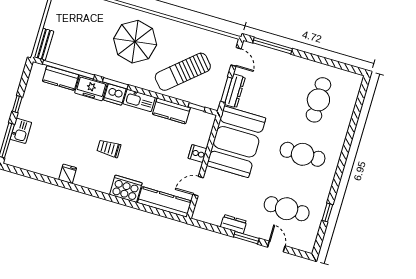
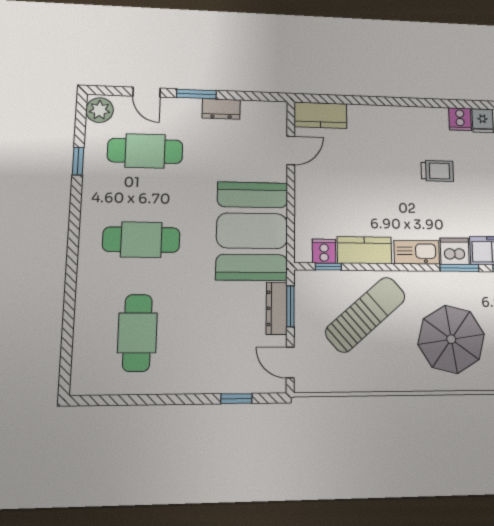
window: (273, 46) -> (236, 399), width x0.46
cooker: (197, 154) -> (324, 251), moved, turned -90
cooker: (126, 189) -> (460, 119), moved, width x0.53, depth x0.76
kitchen counter: (165, 202) -> (320, 115), width x0.67
plant: (307, 242) -> (100, 110), added

